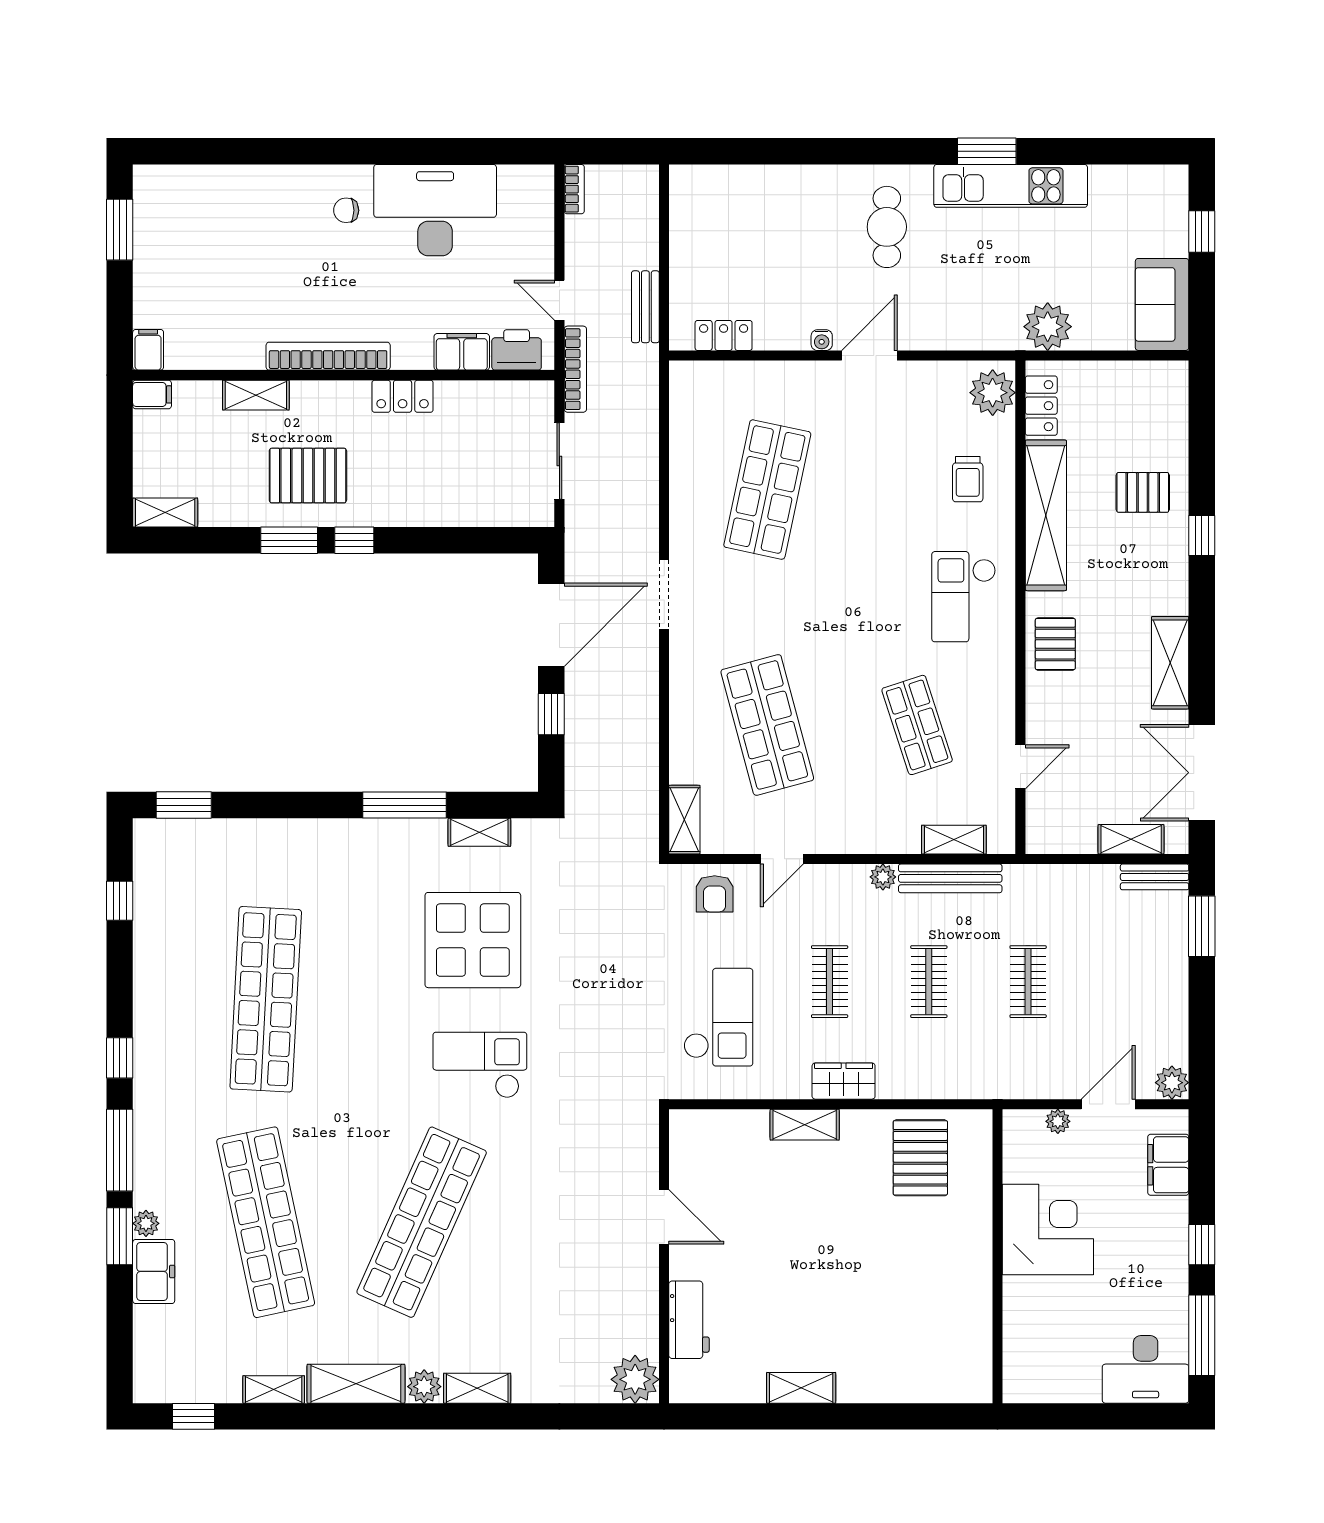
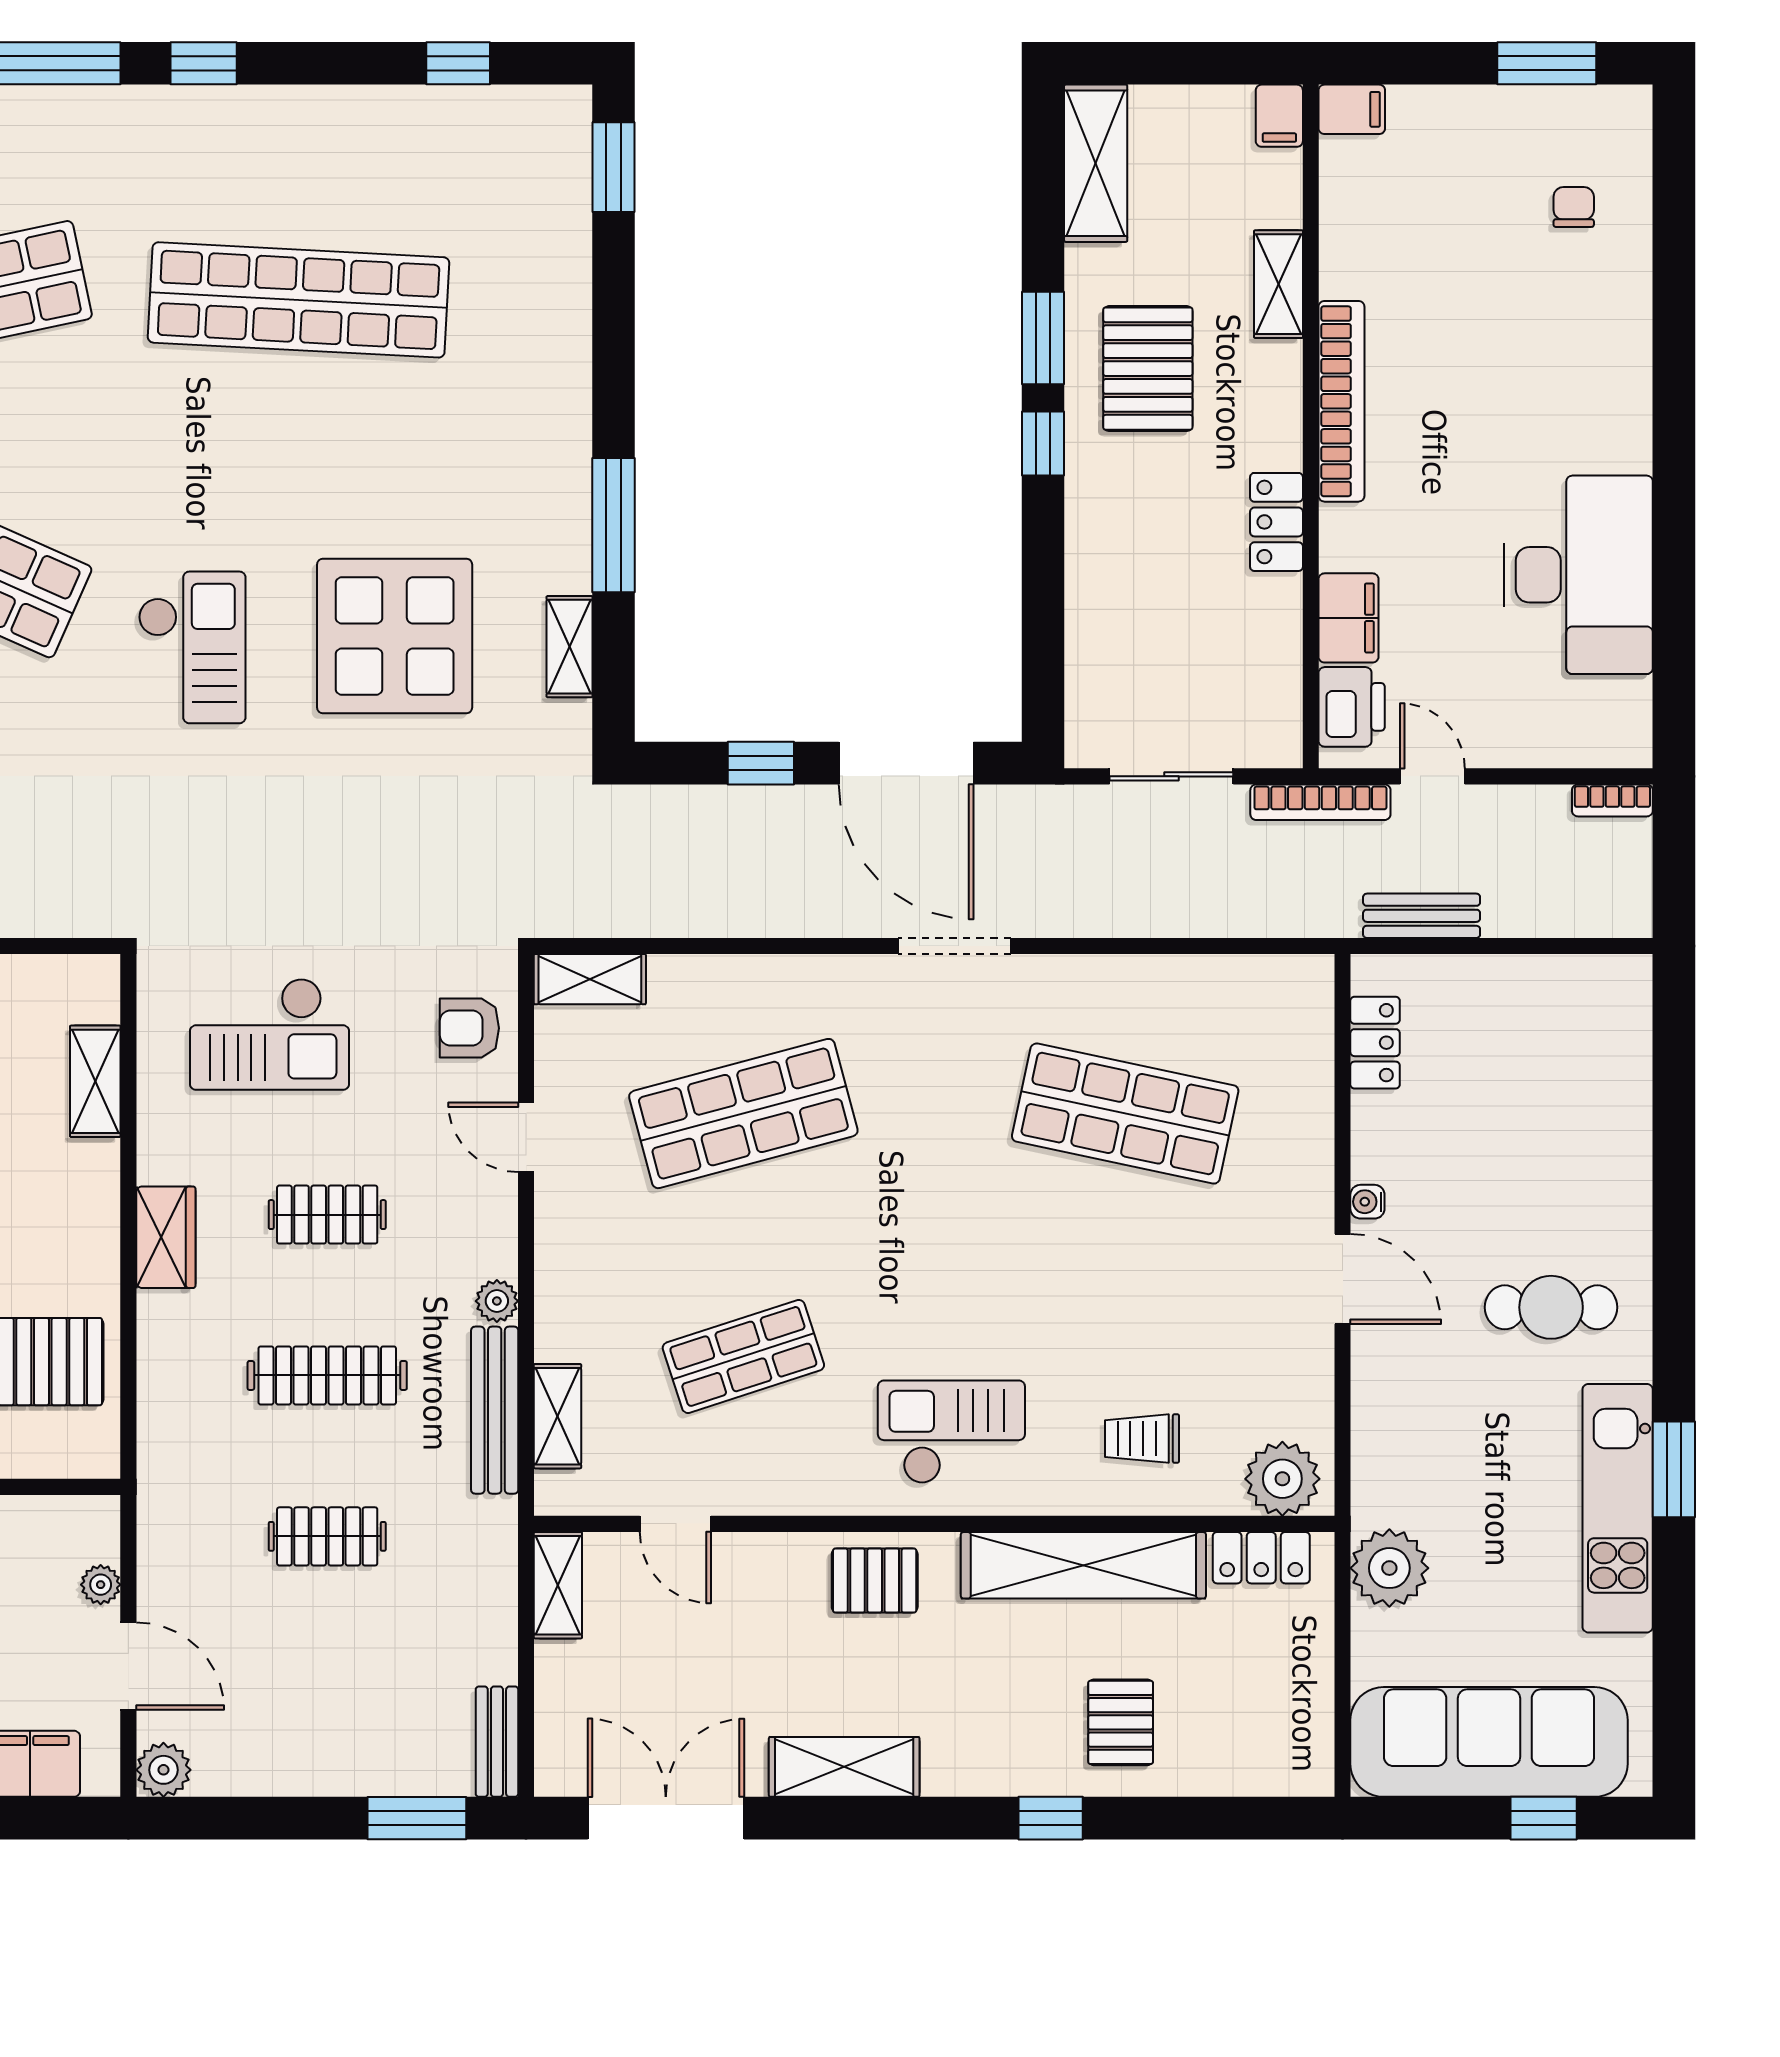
chair: (346, 210) -> (1574, 207), moved
door: (559, 300) -> (1432, 776), hinge flipped
sofa: (1162, 304) -> (1489, 1742), width x1.85, depth x1.27
shelving: (165, 513) -> (1096, 163), width x1.50, depth x1.33
shelving: (1131, 839) -> (558, 1585), moved
clothes rail: (929, 982) -> (327, 1375), width x1.36
shelving: (805, 1125) -> (95, 1081), moved

